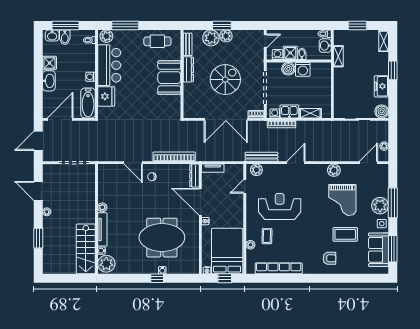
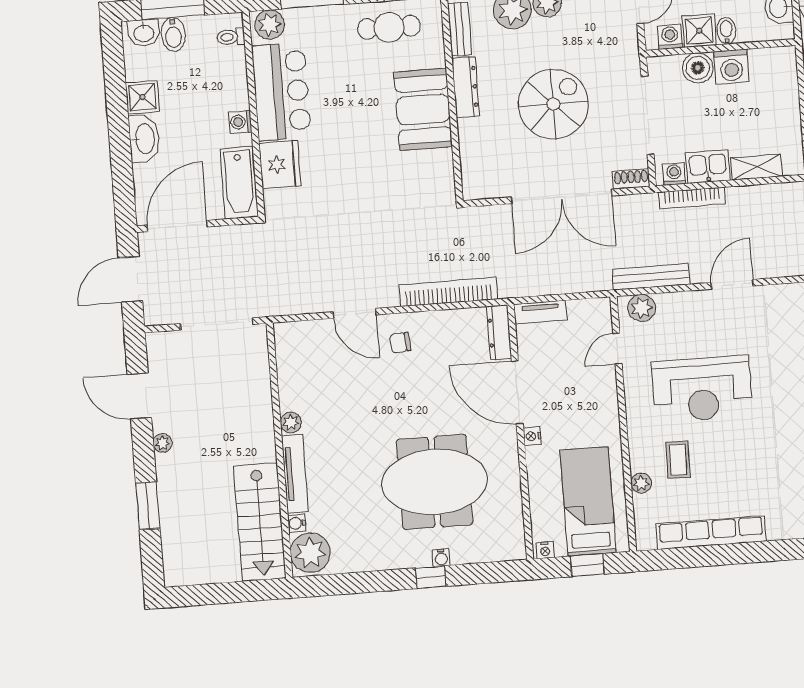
reception desk: (280, 206) -> (702, 389), turned 180
bed: (227, 251) -> (588, 501), width x0.67

